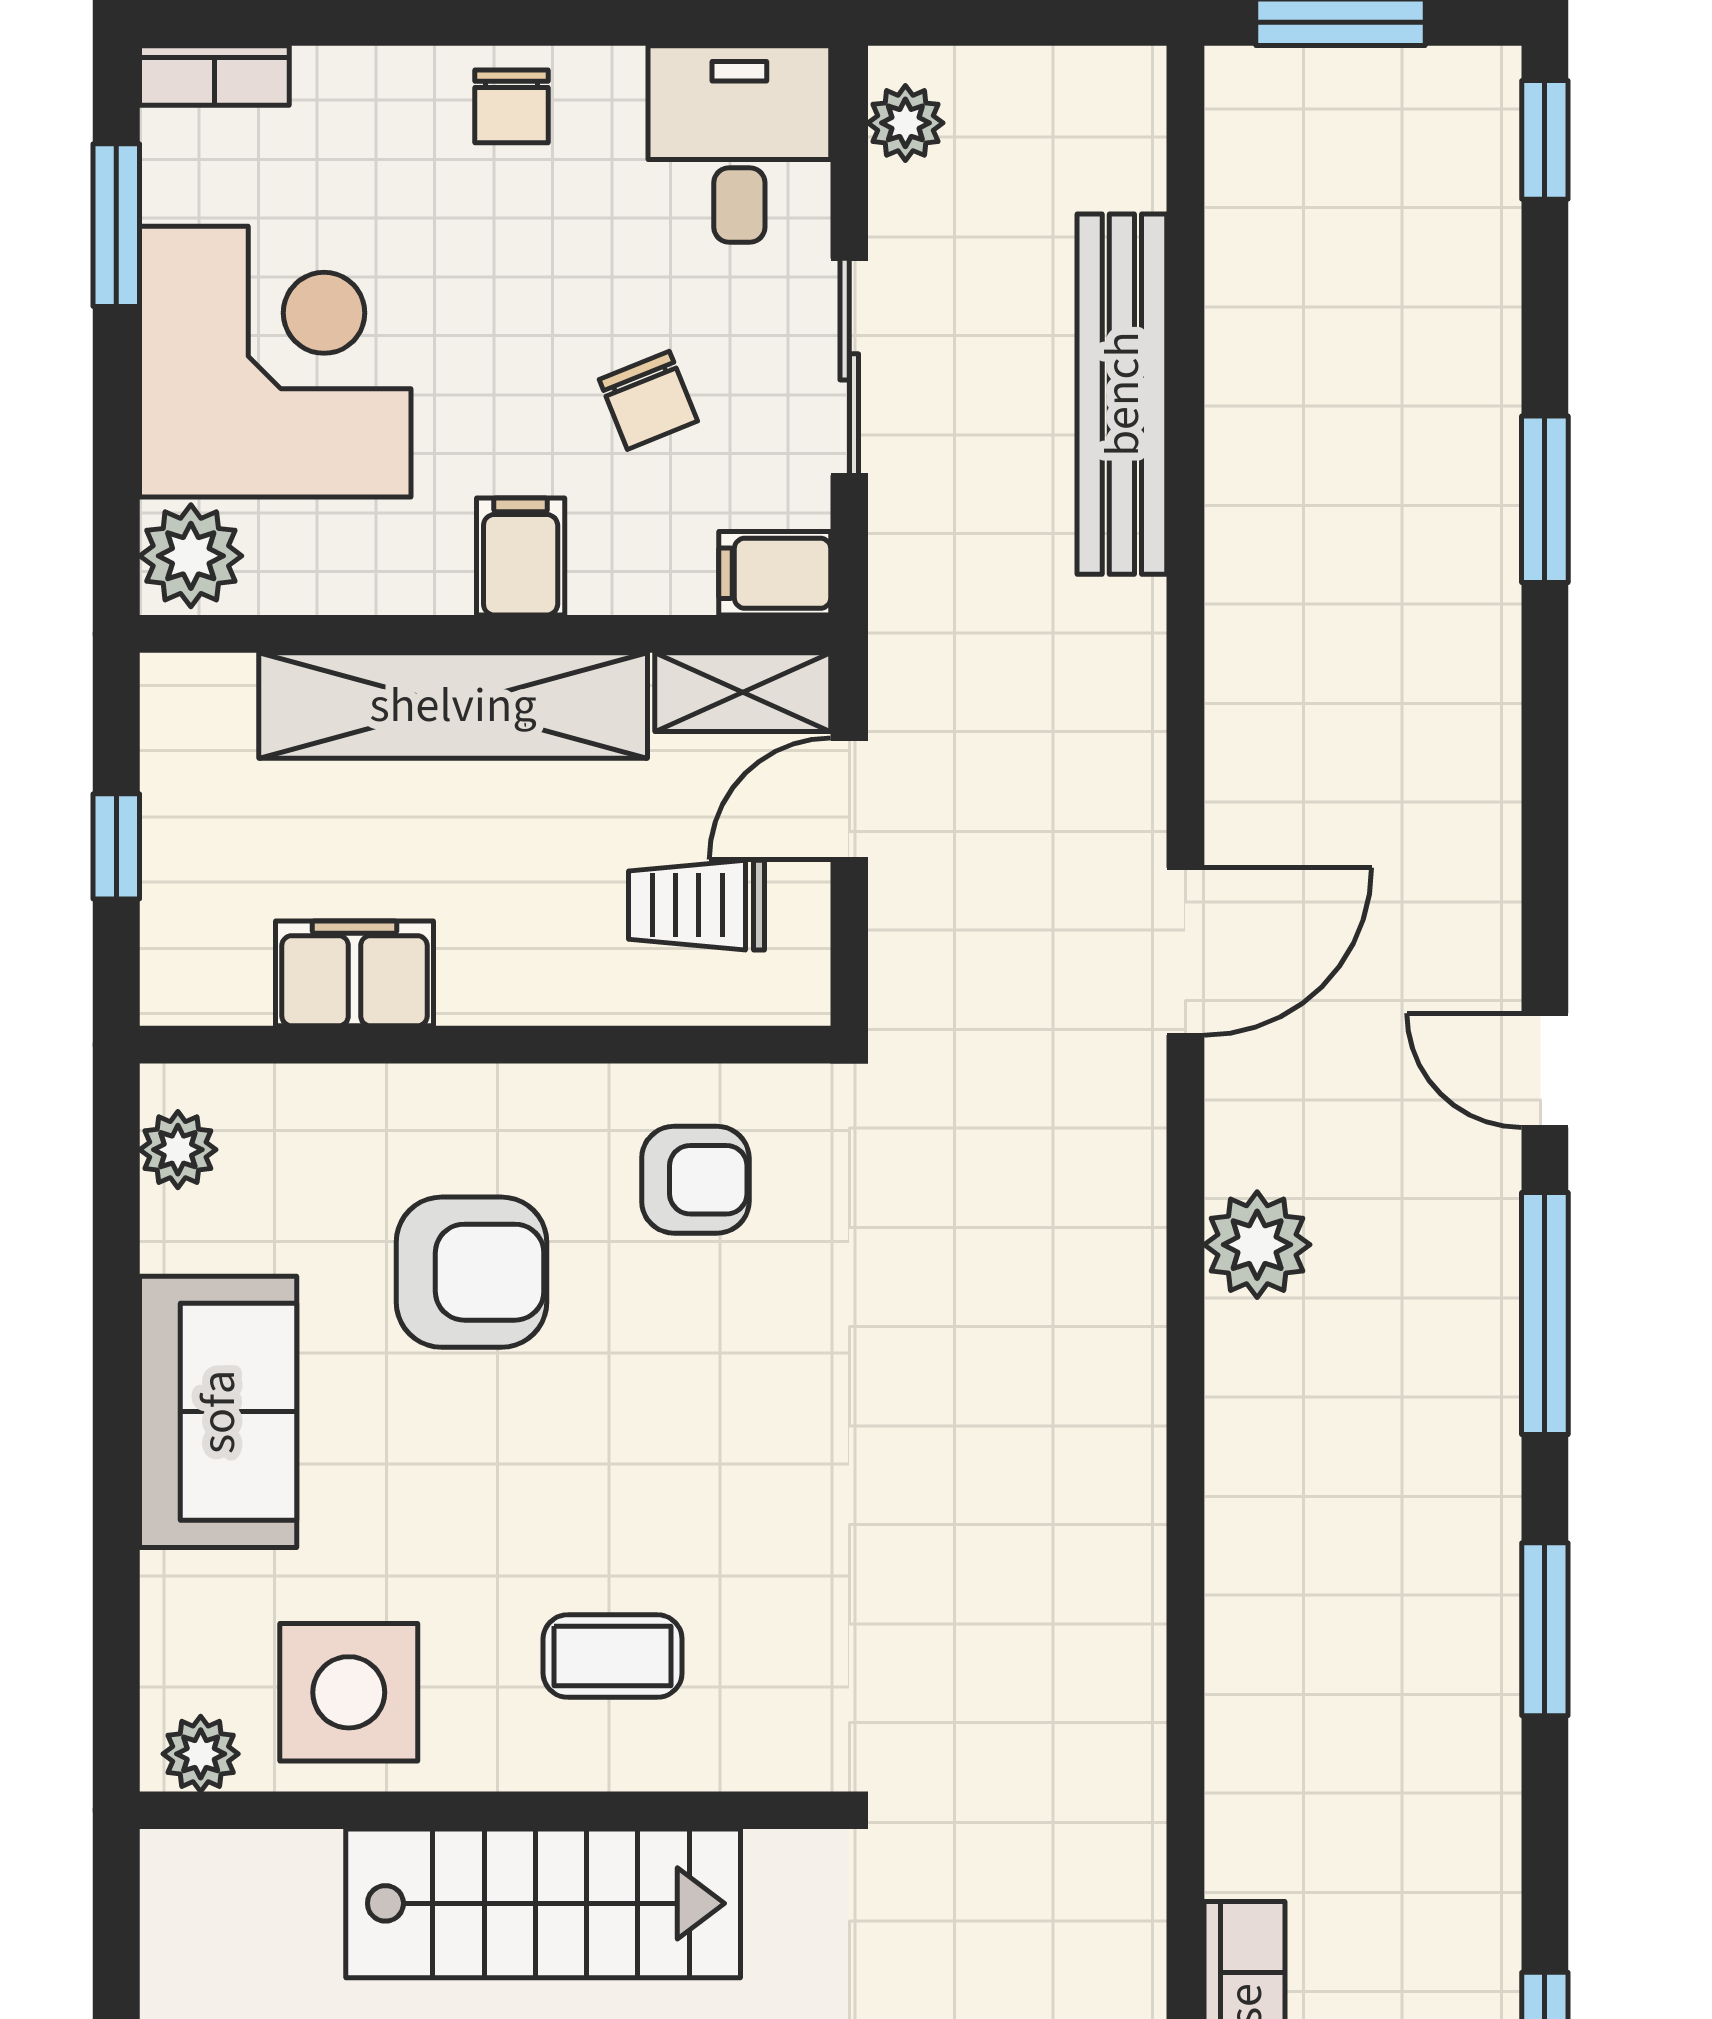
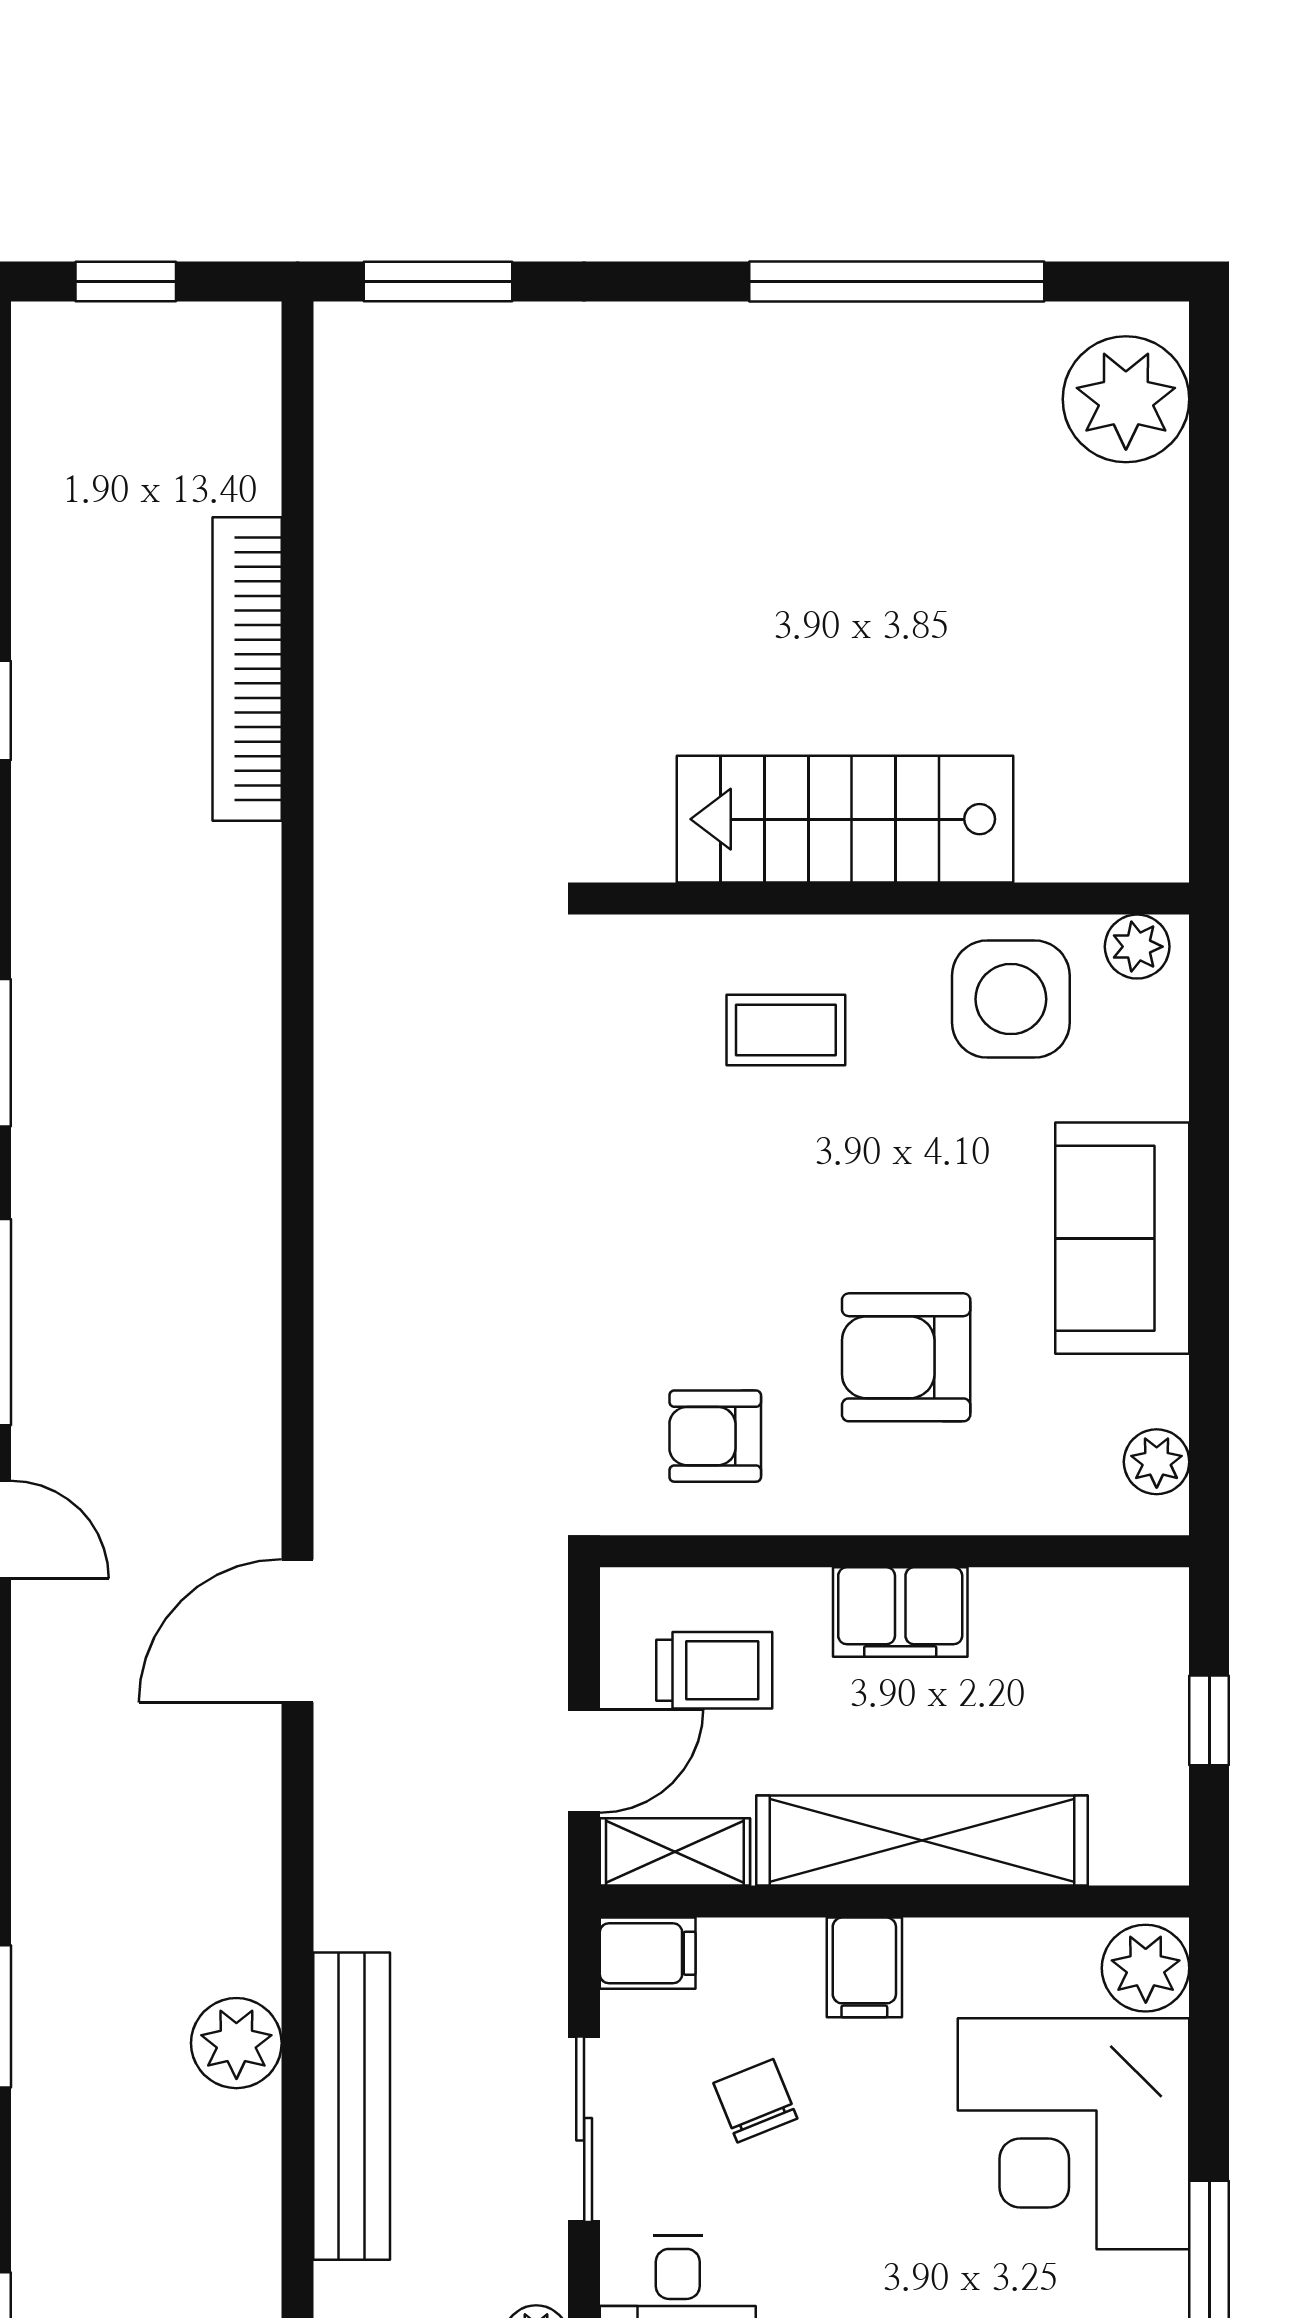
filing cabinet: (355, 973) -> (900, 1612), moved
plant: (1257, 1245) -> (236, 2043), moved

